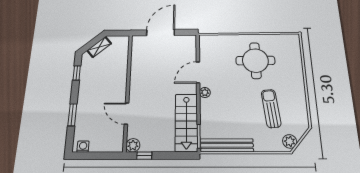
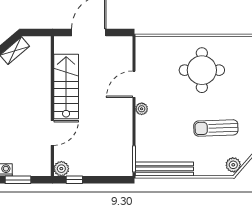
sun lounger: (271, 108) -> (216, 128), turned -86
door: (127, 113) -> (52, 133), swing flipped
stairs: (186, 122) -> (66, 86), moved, turned 180
window: (93, 156) -> (18, 180), added

